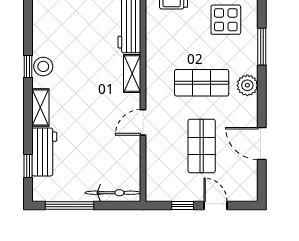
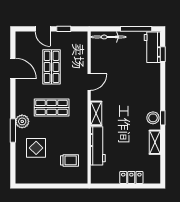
plant: (247, 85) -> (22, 121), moved
shelving: (40, 108) -> (155, 142), moved
workbench: (44, 152) -> (152, 47), moved

